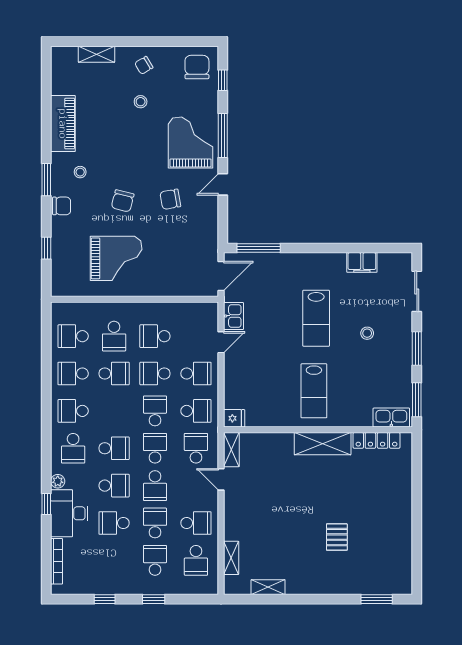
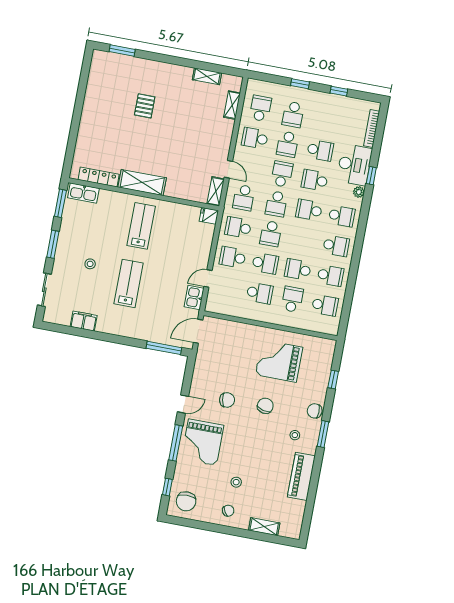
school desk: (73, 448) -> (342, 216), turned 90

